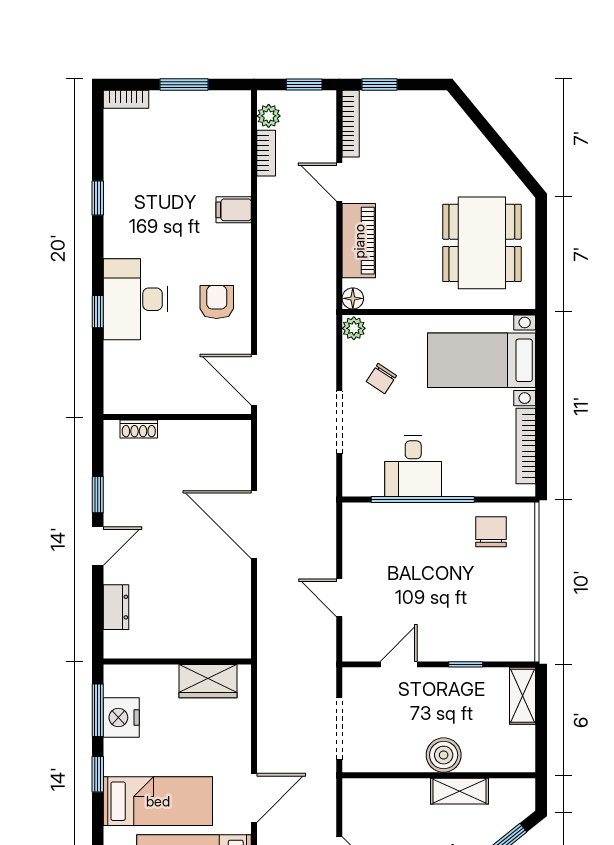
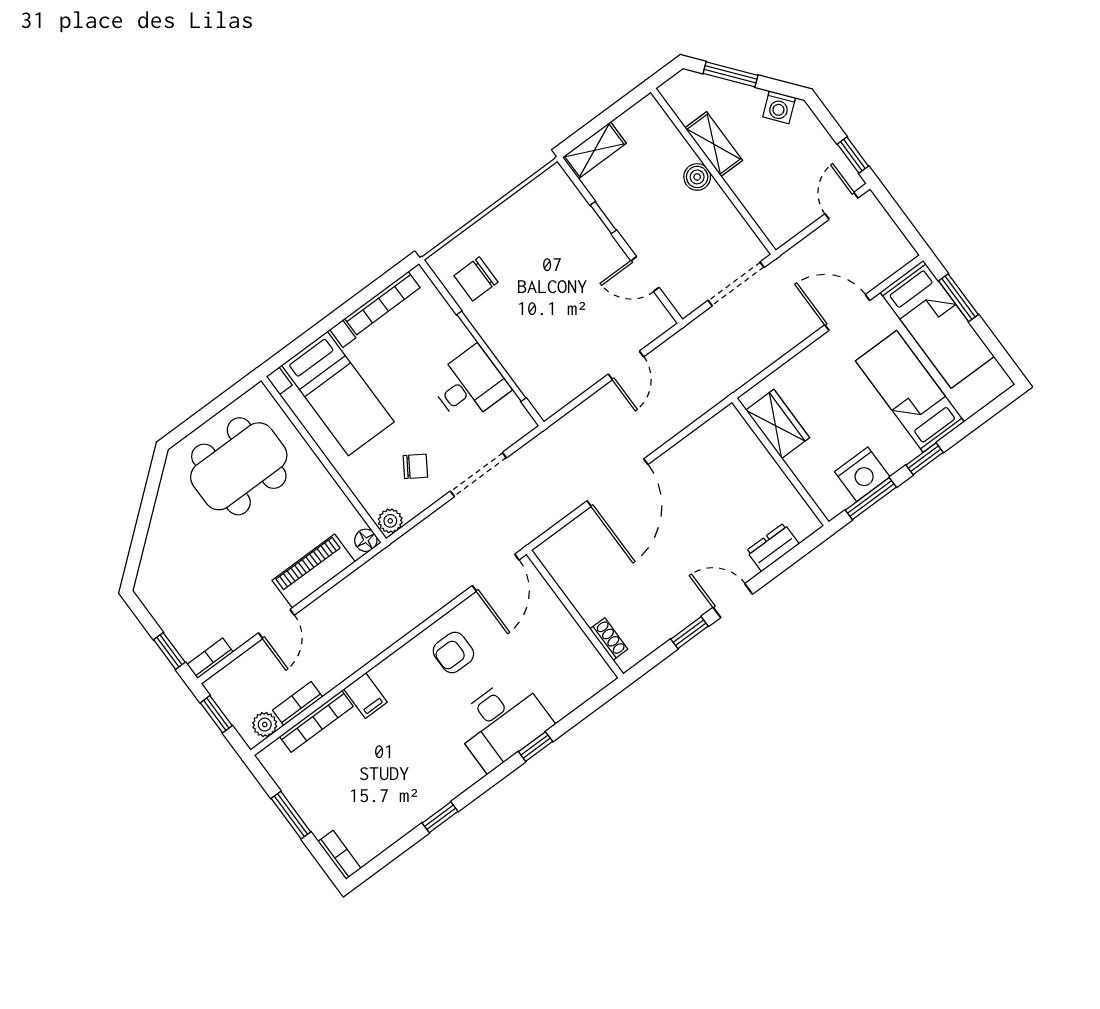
bookcase: (351, 124) -> (210, 658), width x0.64
bookcase: (242, 157) -> (316, 721), added
boiler: (444, 755) -> (697, 177), width x0.73, depth x0.73

